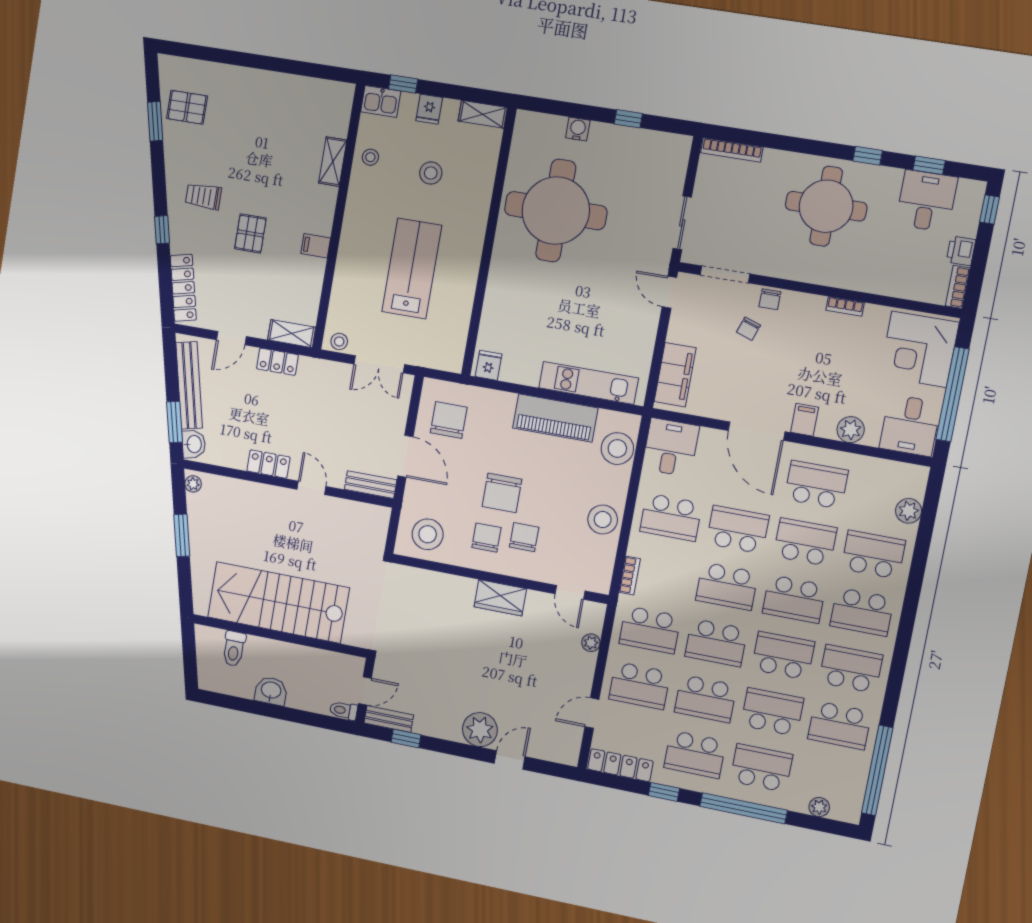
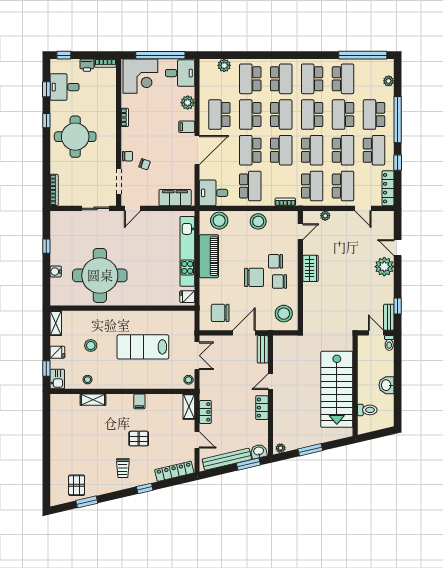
kitchen unit: (588, 383) -> (187, 251), width x1.36

